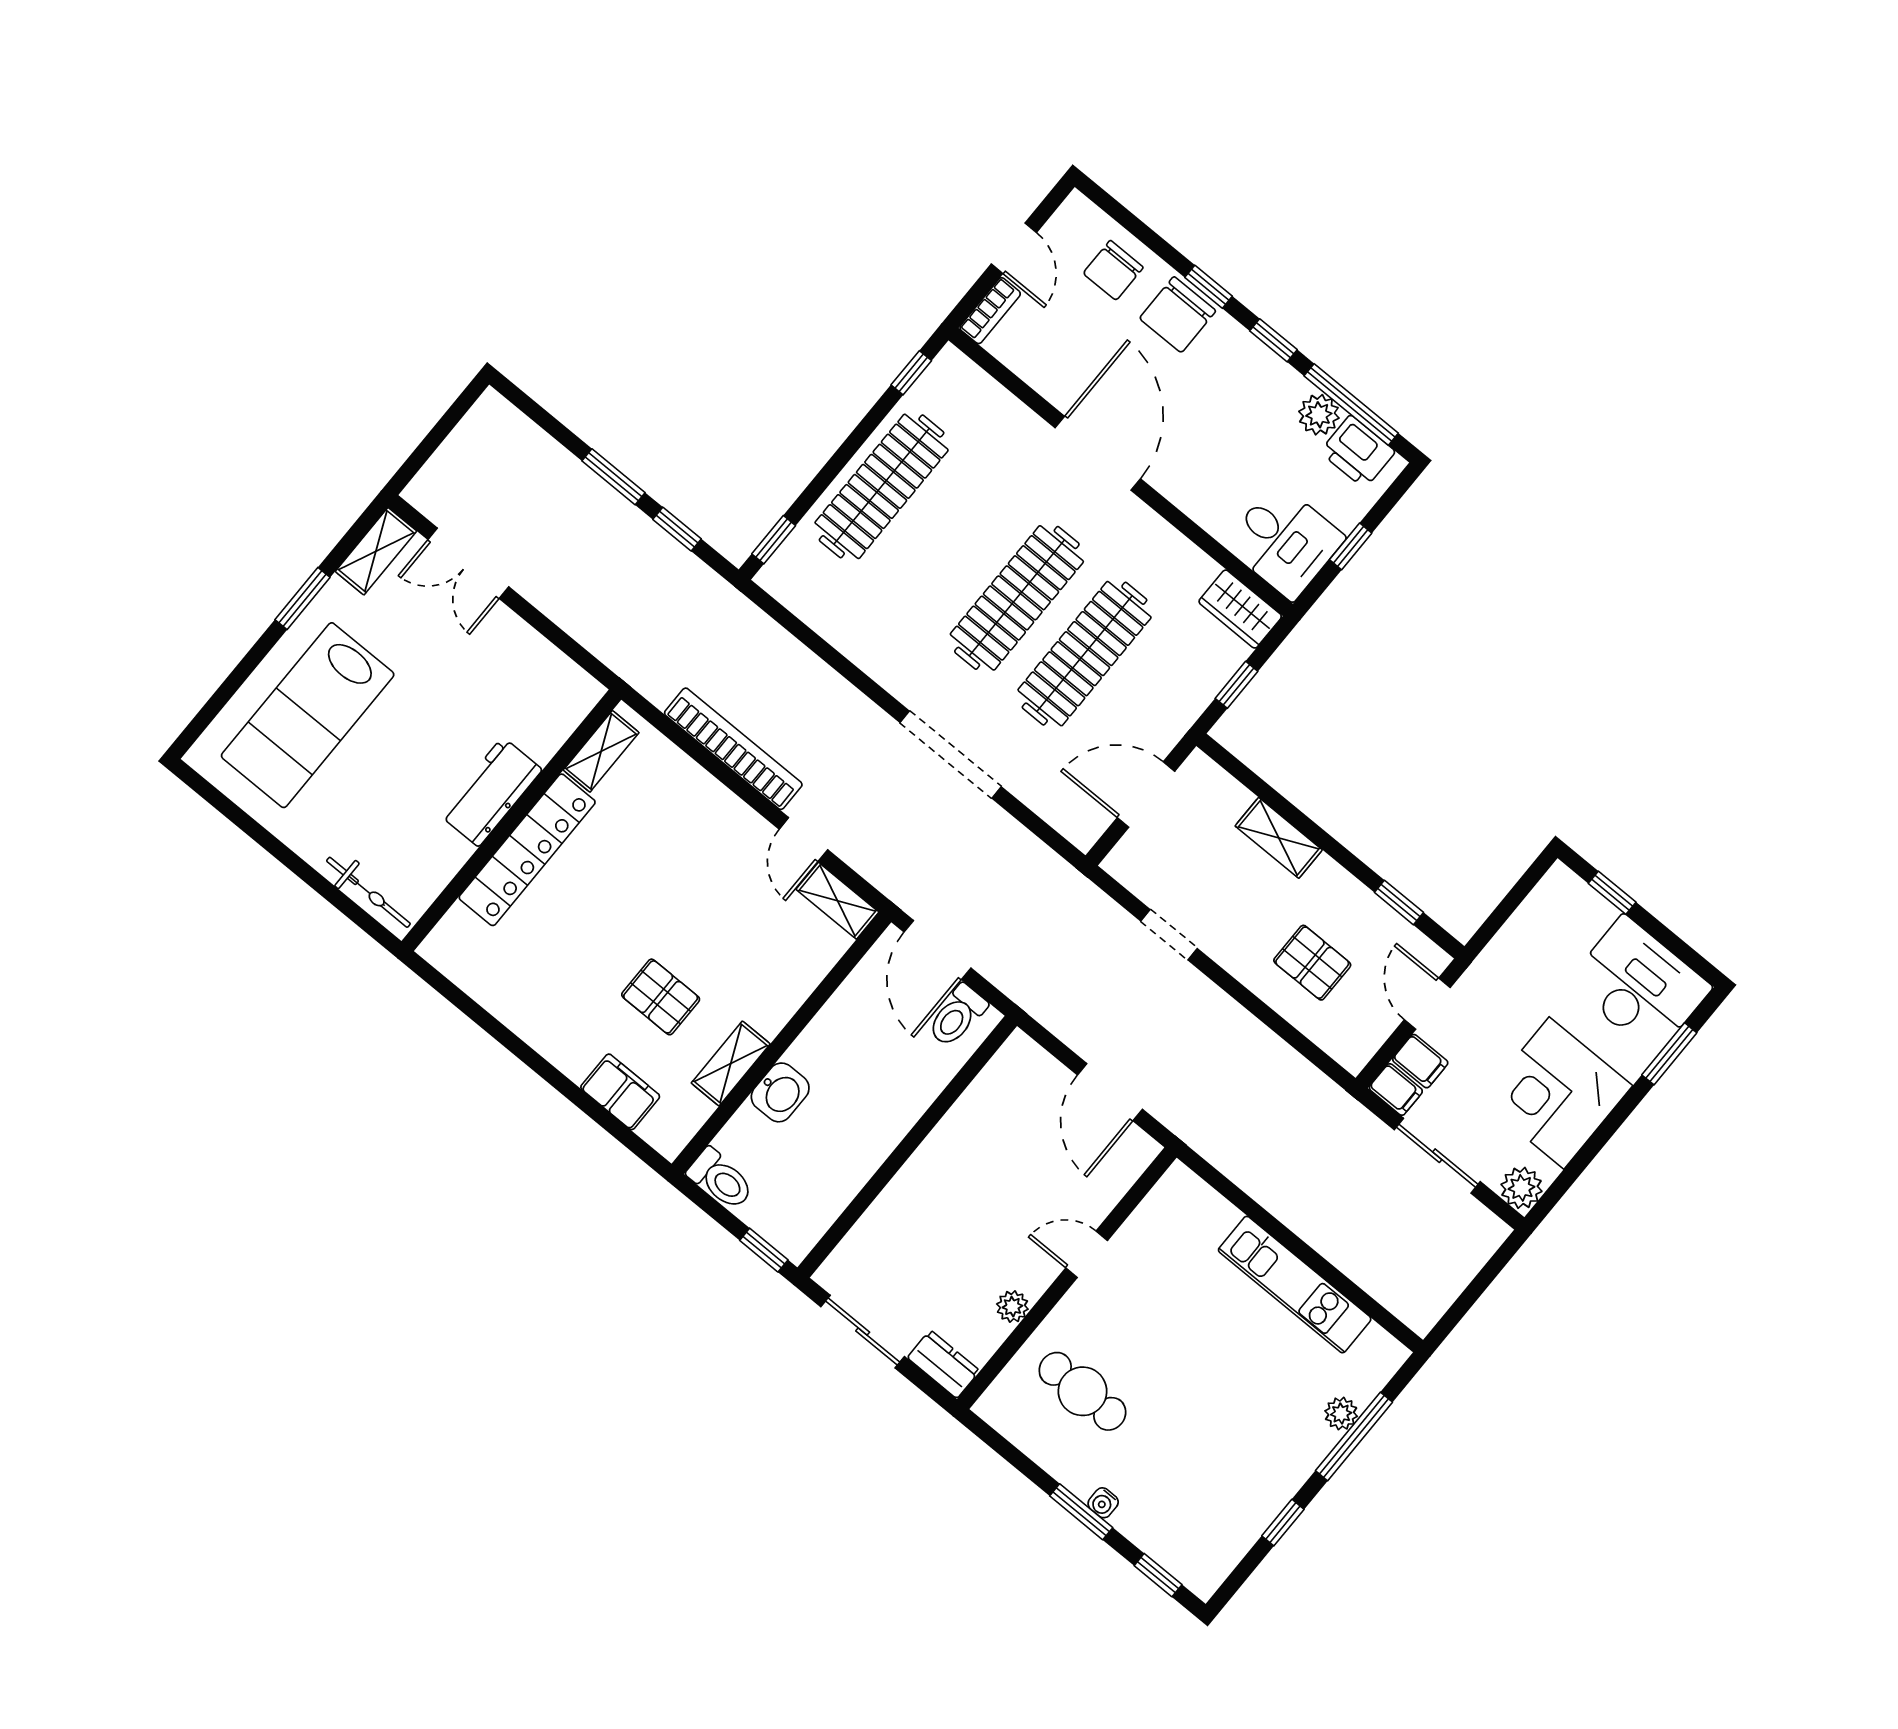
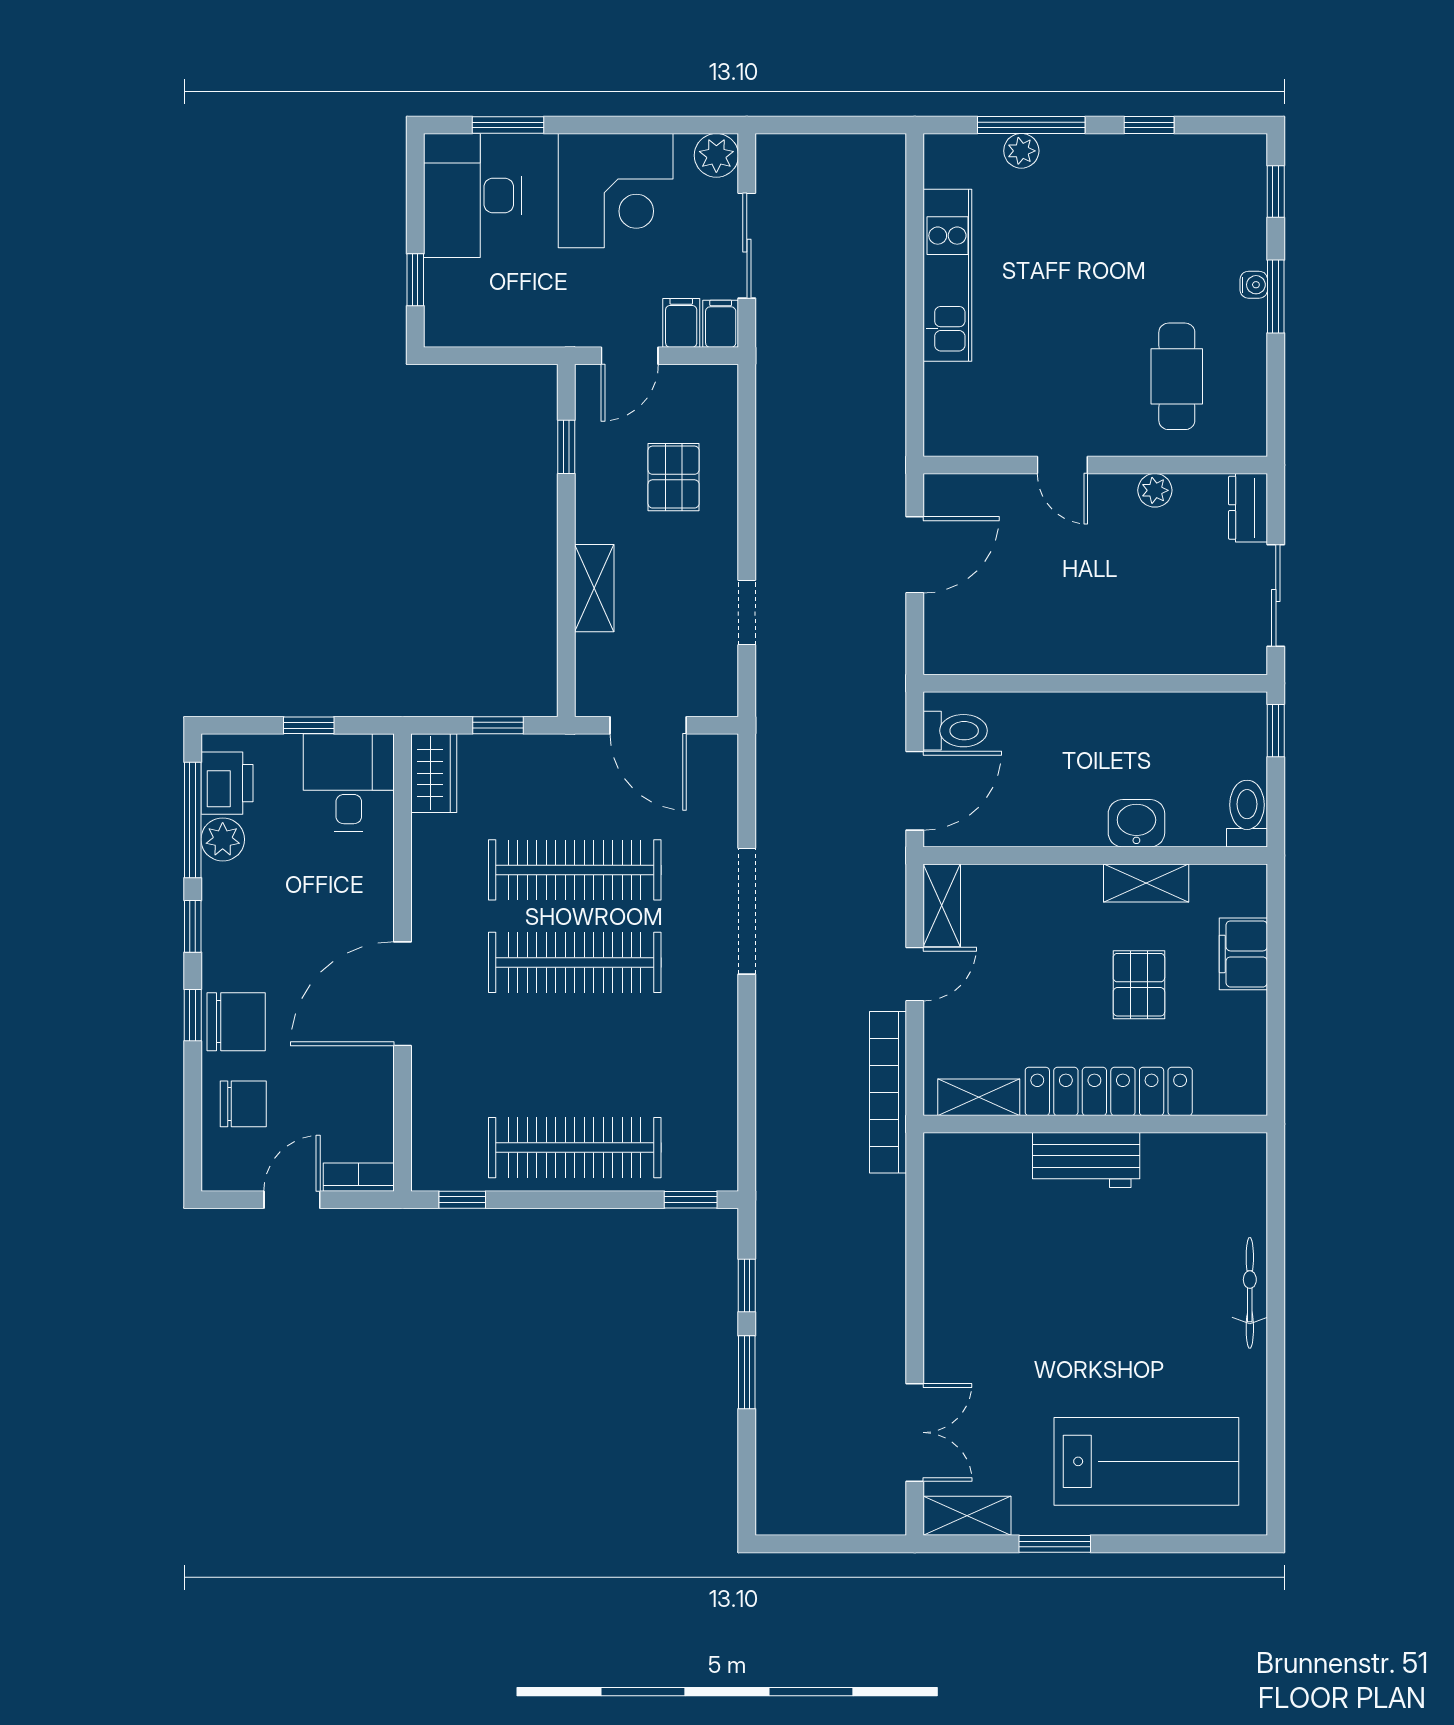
shelving: (601, 751) -> (979, 1097), moved
workbench: (491, 792) -> (1086, 1160), moved
wall: (511, 820) -> (1095, 1124), moved
locker: (527, 850) -> (1109, 1091), moved

